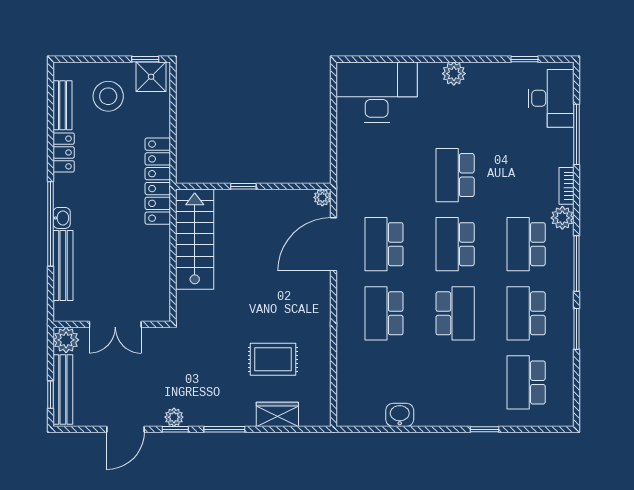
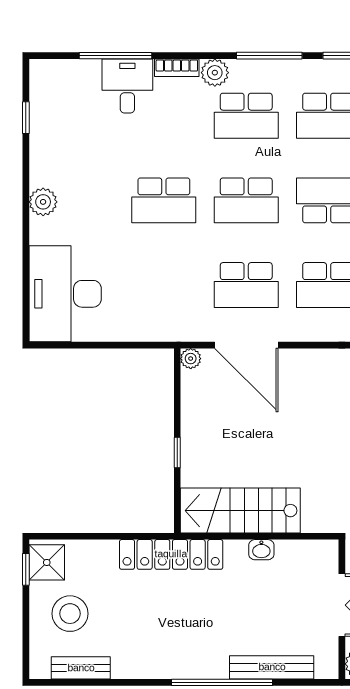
desk: (551, 98) -> (127, 86), moved, width x0.73
locker: (64, 152) -> (137, 667), removed
washbasin: (62, 218) -> (261, 550), moved, turned 180

